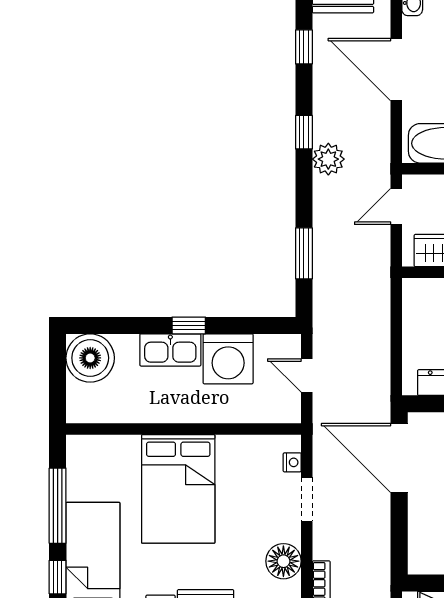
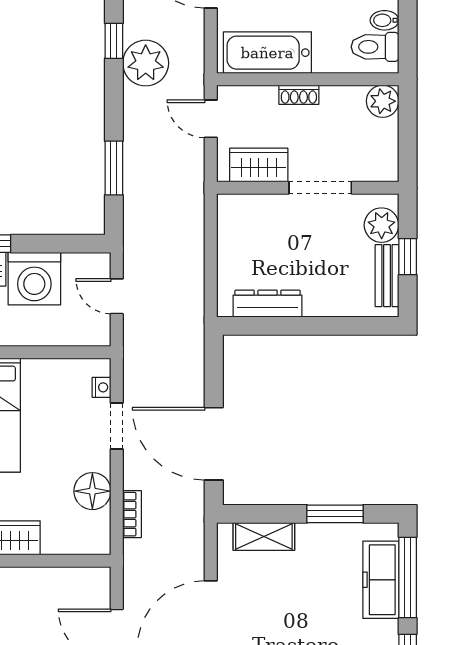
plant: (328, 159) -> (146, 63), width x1.36, depth x1.36
door: (396, 206) -> (211, 119), hinge flipped
door: (399, 458) -> (214, 444), moved

